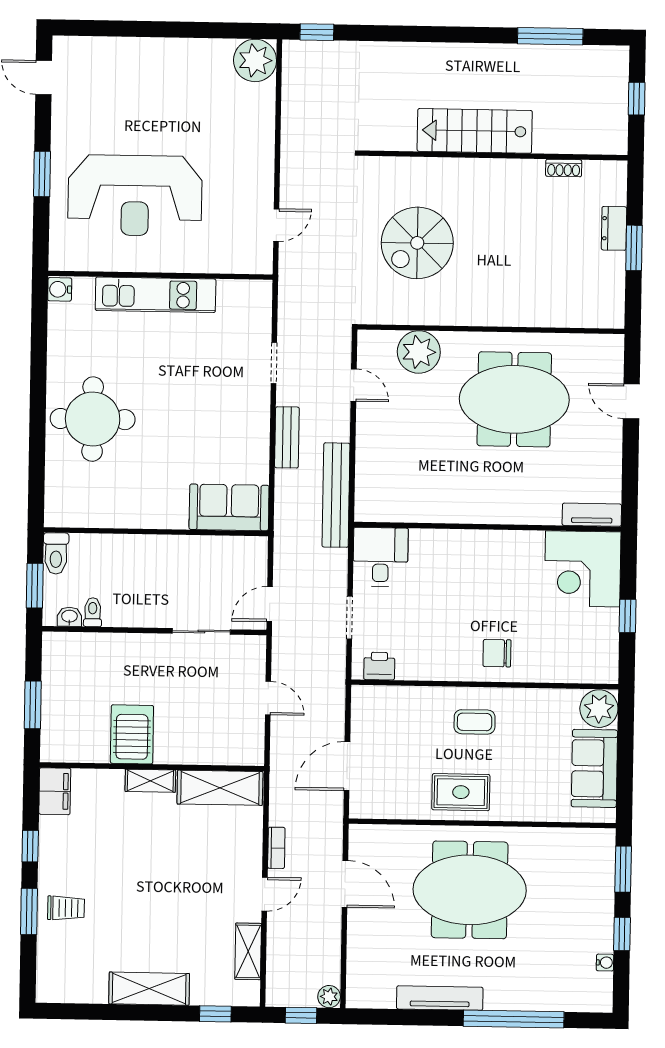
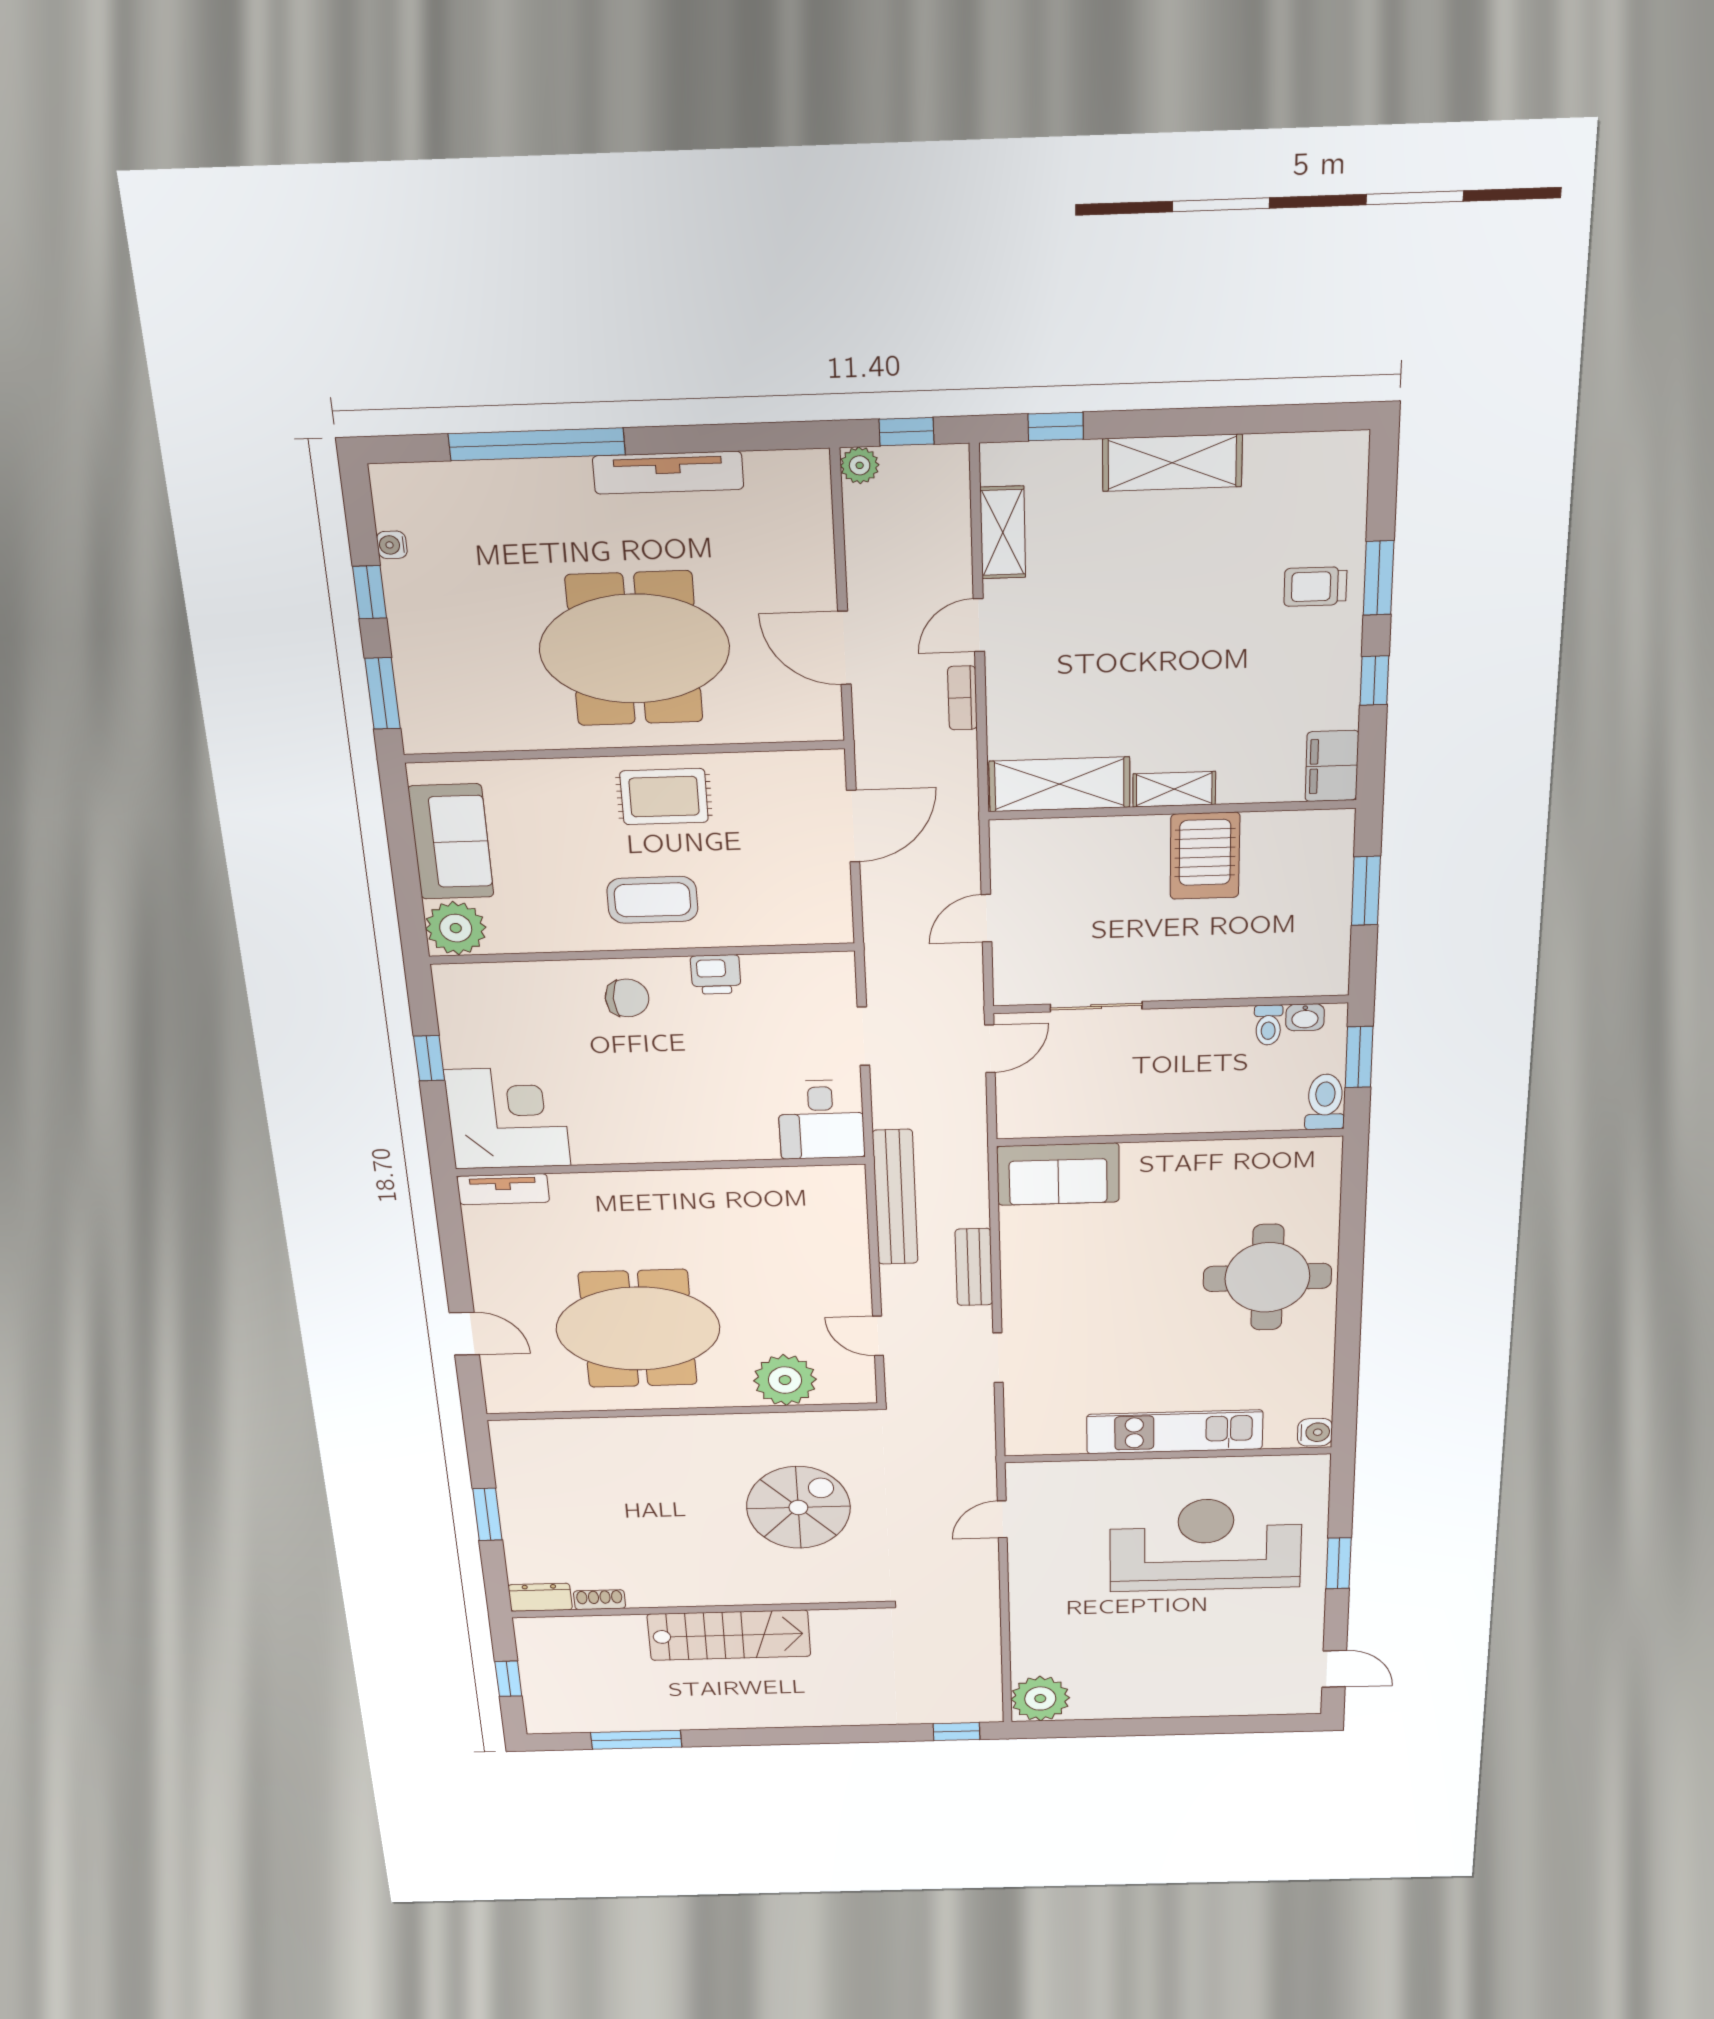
dresser: (614, 228) -> (540, 1597), moved, turned -90
printer: (379, 666) -> (716, 974), moved
door: (268, 698) -> (986, 918), hinge flipped
coffee table: (475, 722) -> (652, 900), width x1.36, depth x1.30

